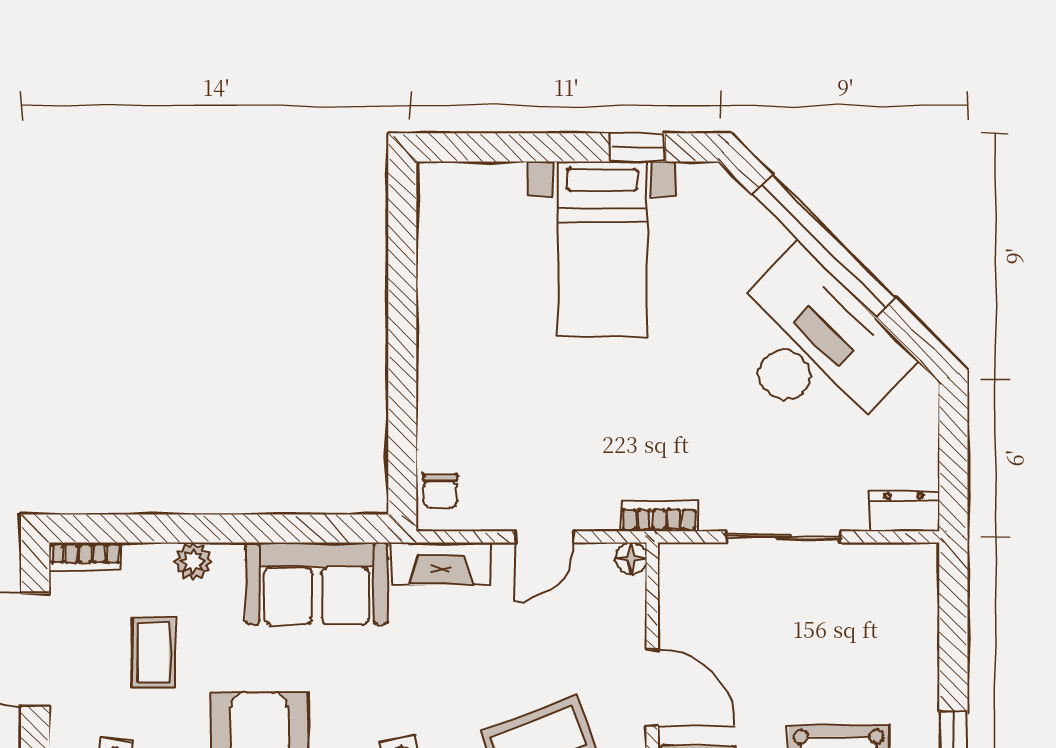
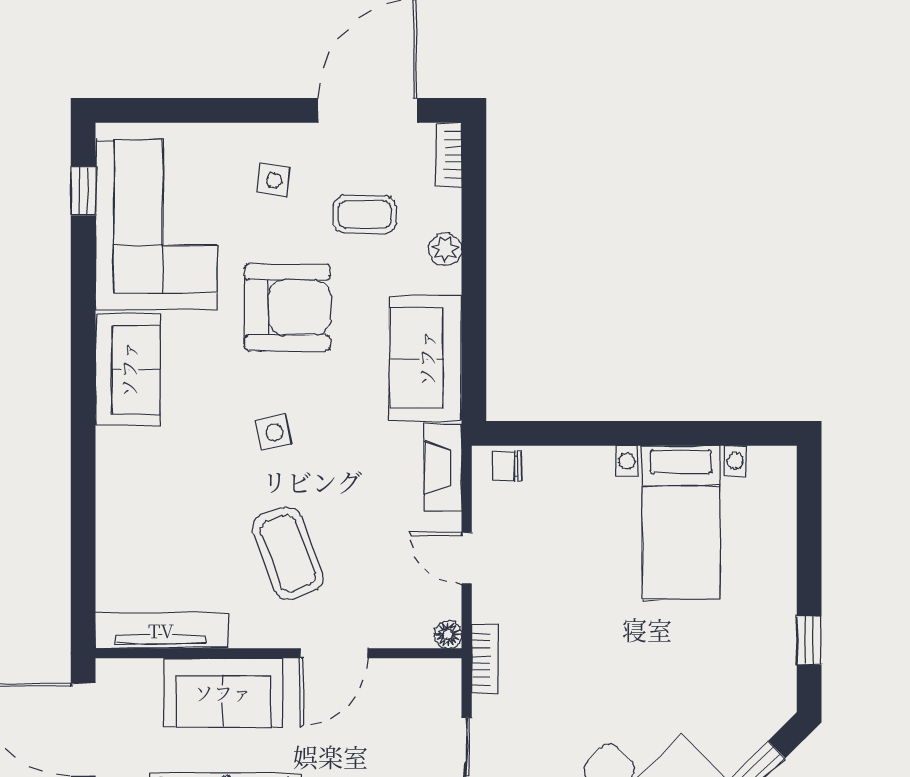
bed with nightstands: (602, 249) -> (681, 523), moved, turned -90

